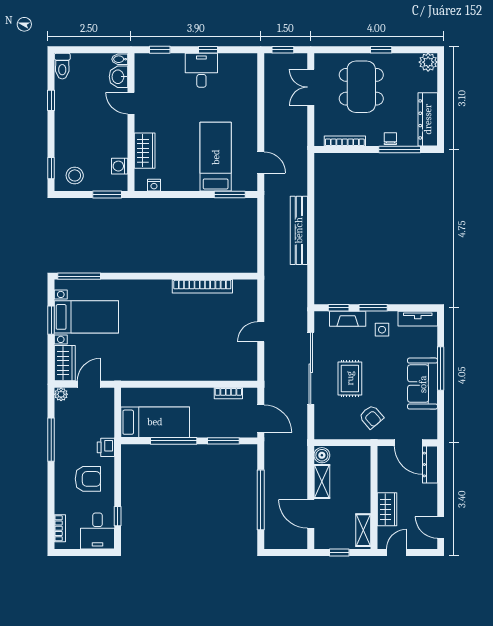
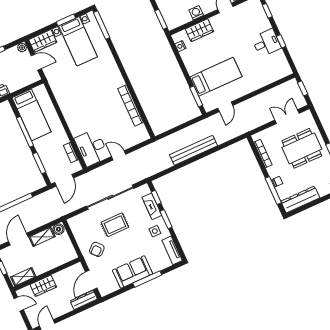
washing machine: (120, 166) -> (196, 13), moved
desk: (234, 363) -> (92, 148), added

